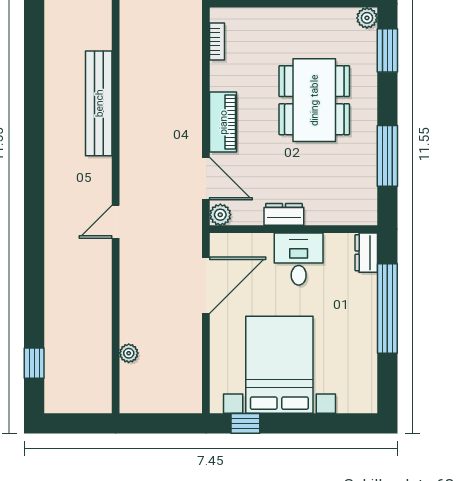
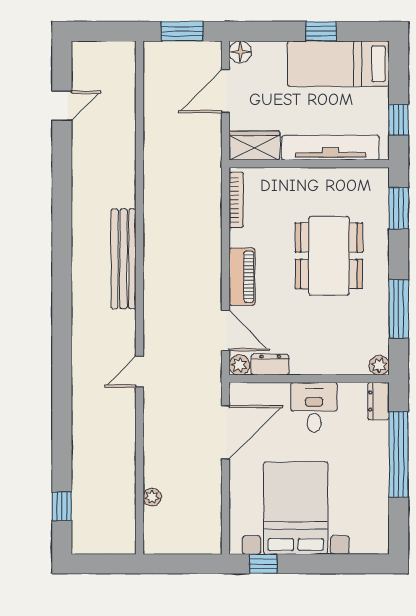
plant: (367, 18) -> (379, 365), moved
bookcase: (217, 42) -> (236, 200), width x1.56
dresser: (284, 214) -> (270, 365), moved

